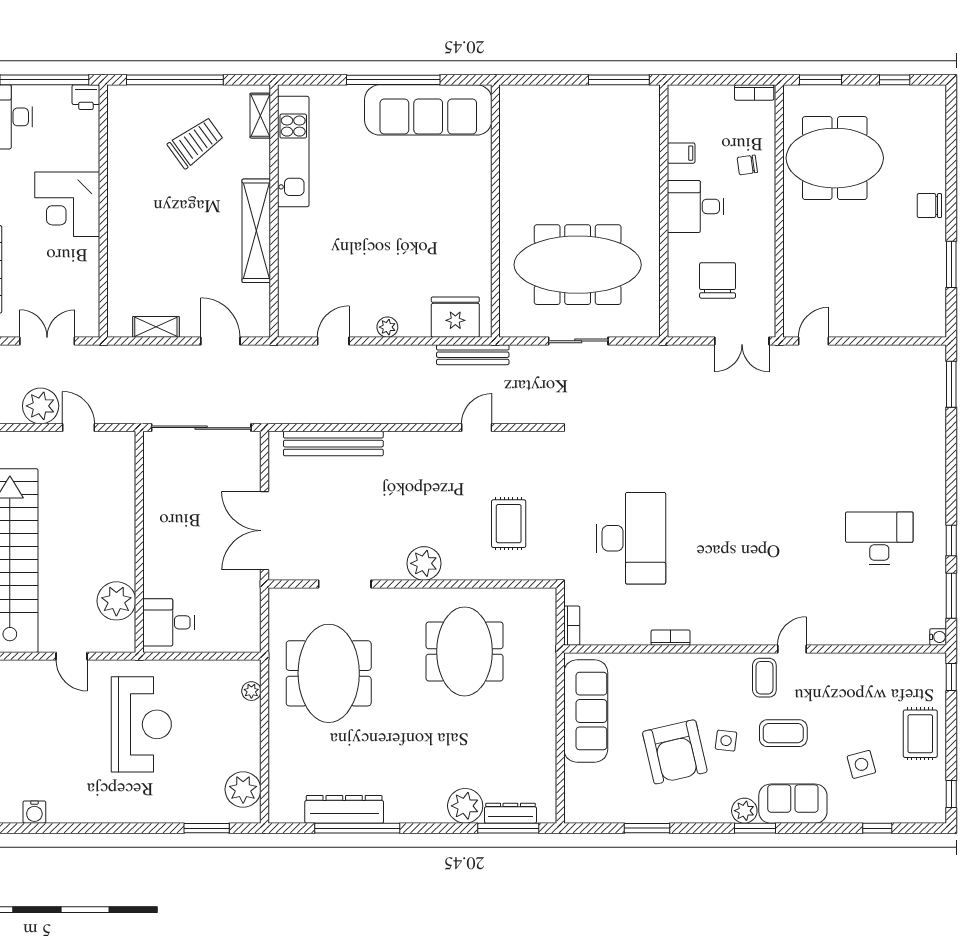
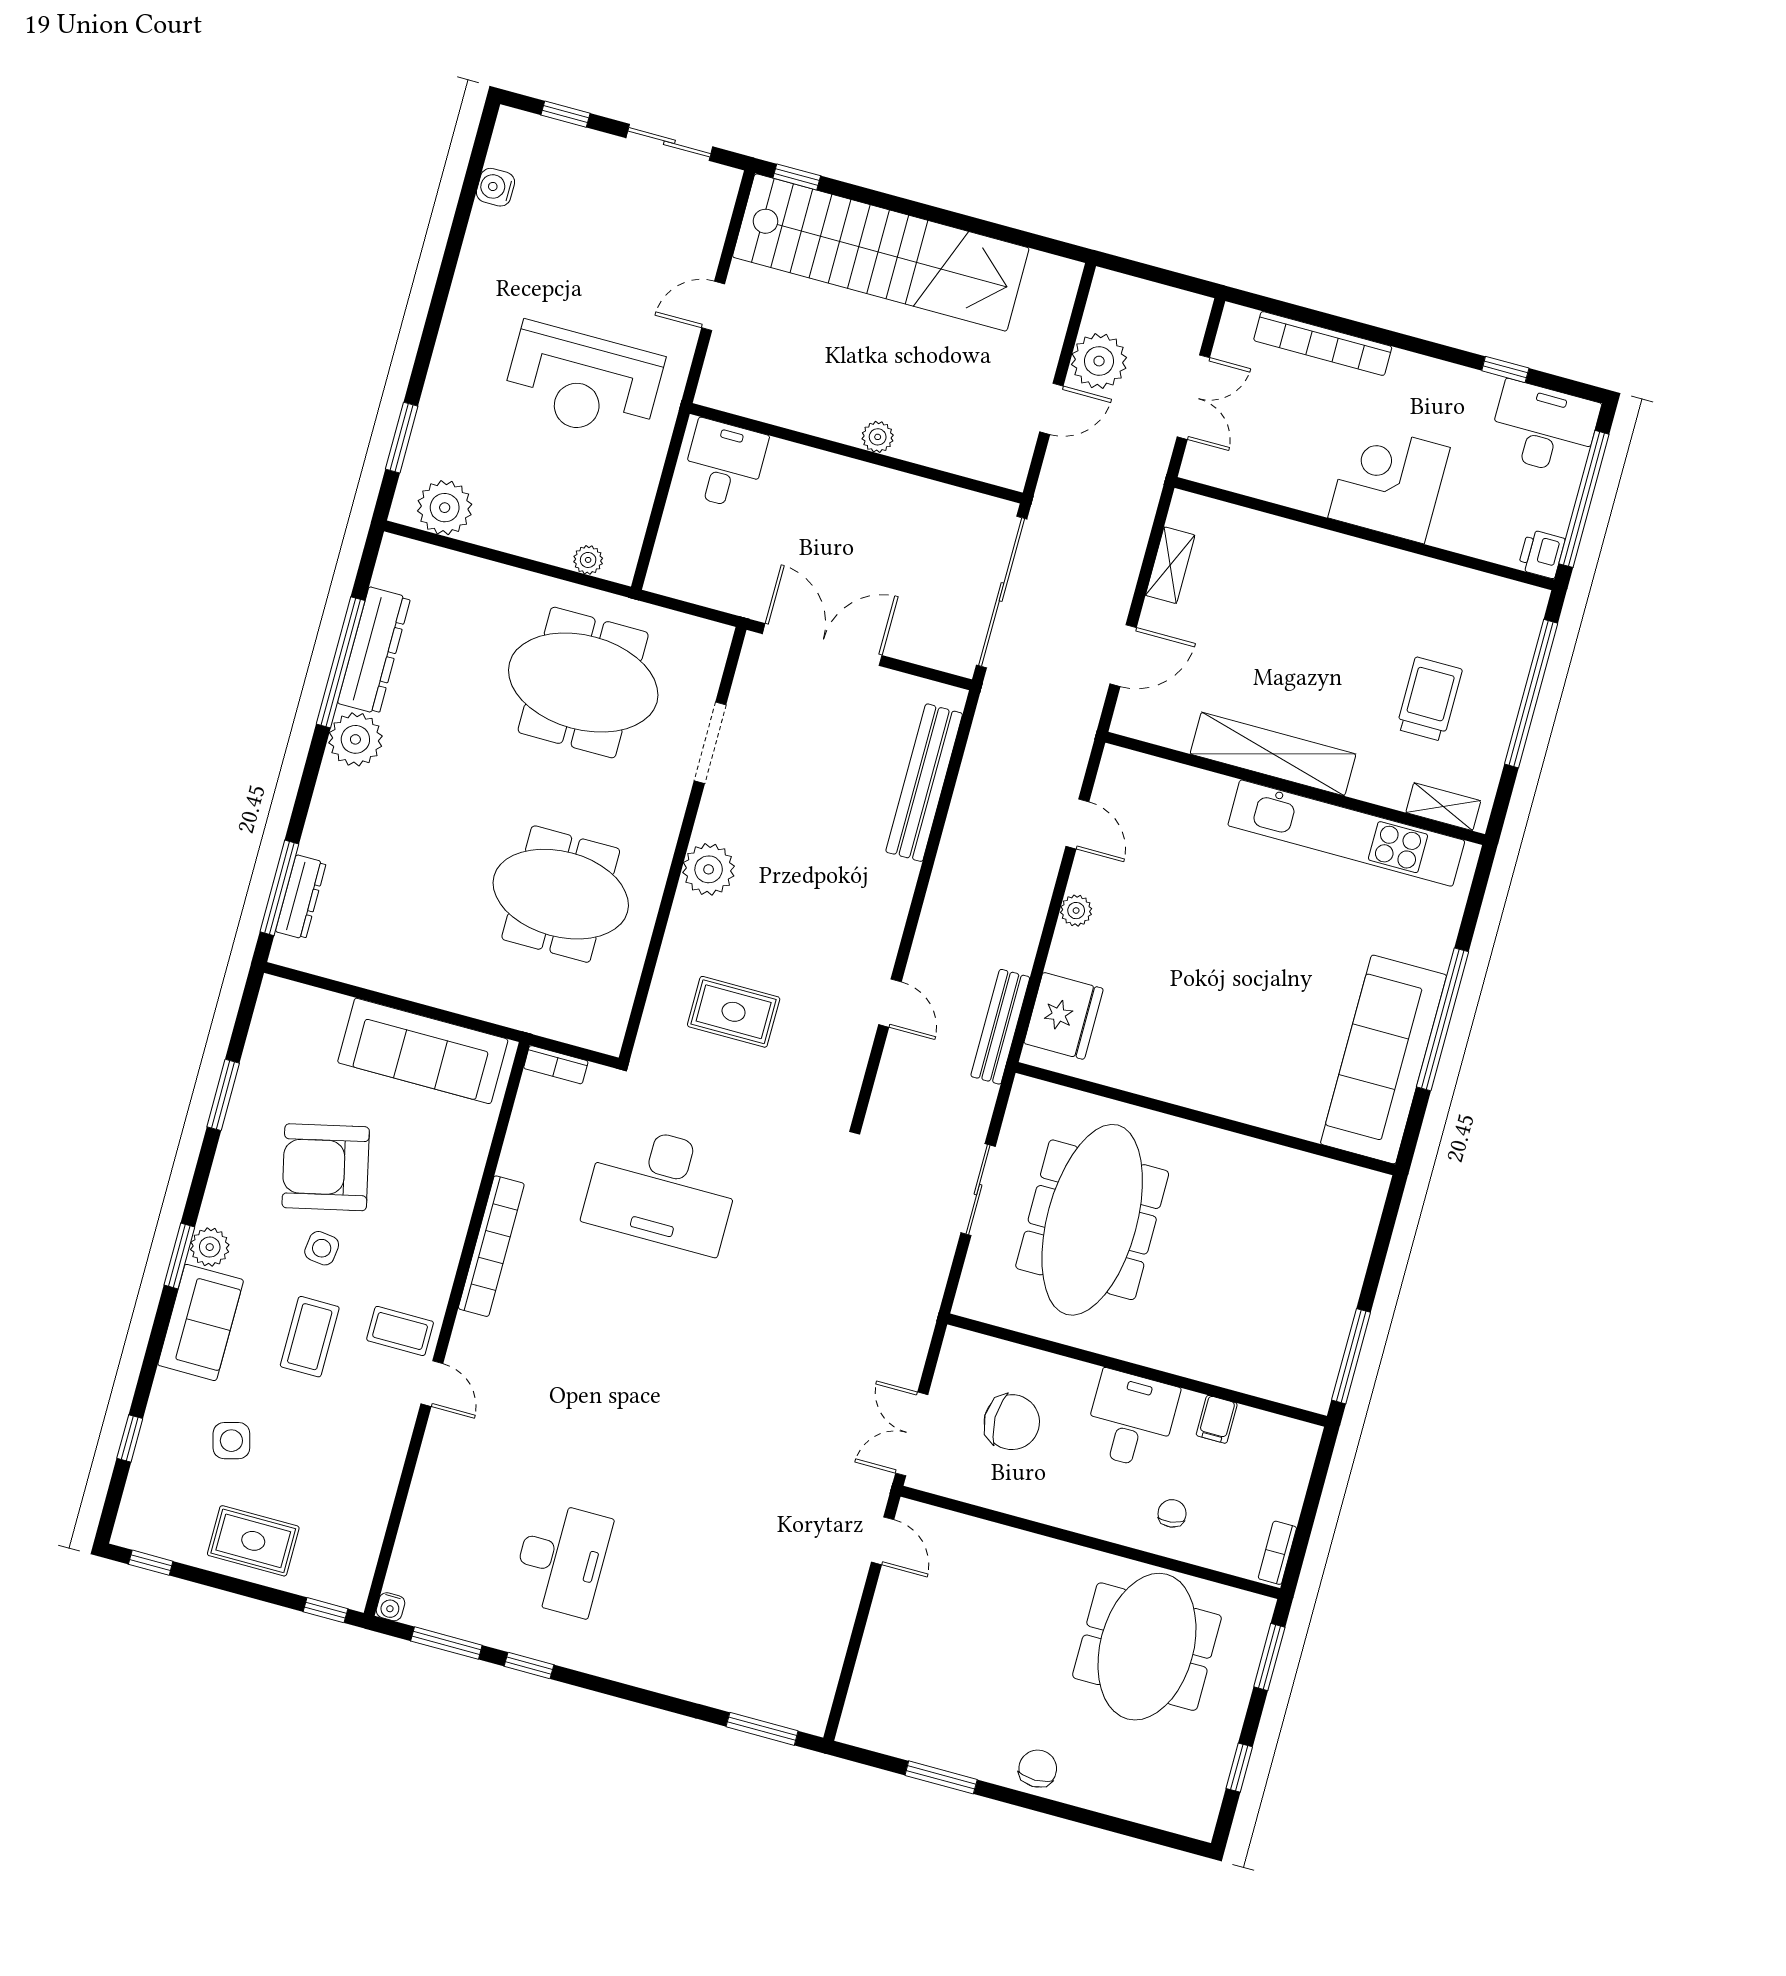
trolley: (196, 143) -> (1429, 699), turned -144
kitchen unit: (293, 151) -> (1346, 833), width x1.36
plant: (116, 601) -> (878, 437), moved, width x0.53, depth x0.53
bookcase: (671, 638) -> (491, 1246), width x2.31, depth x1.31
plant: (465, 806) -> (355, 739), moved

